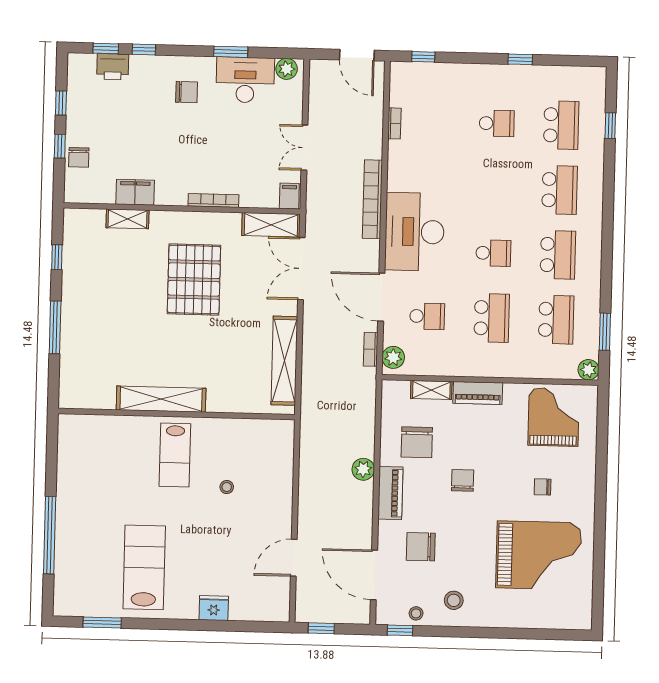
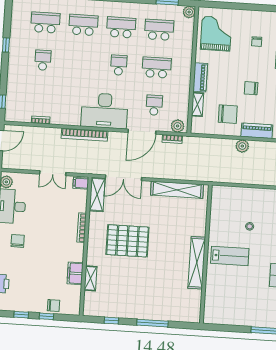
grand piano: (554, 417) -> (216, 34), turned 90

